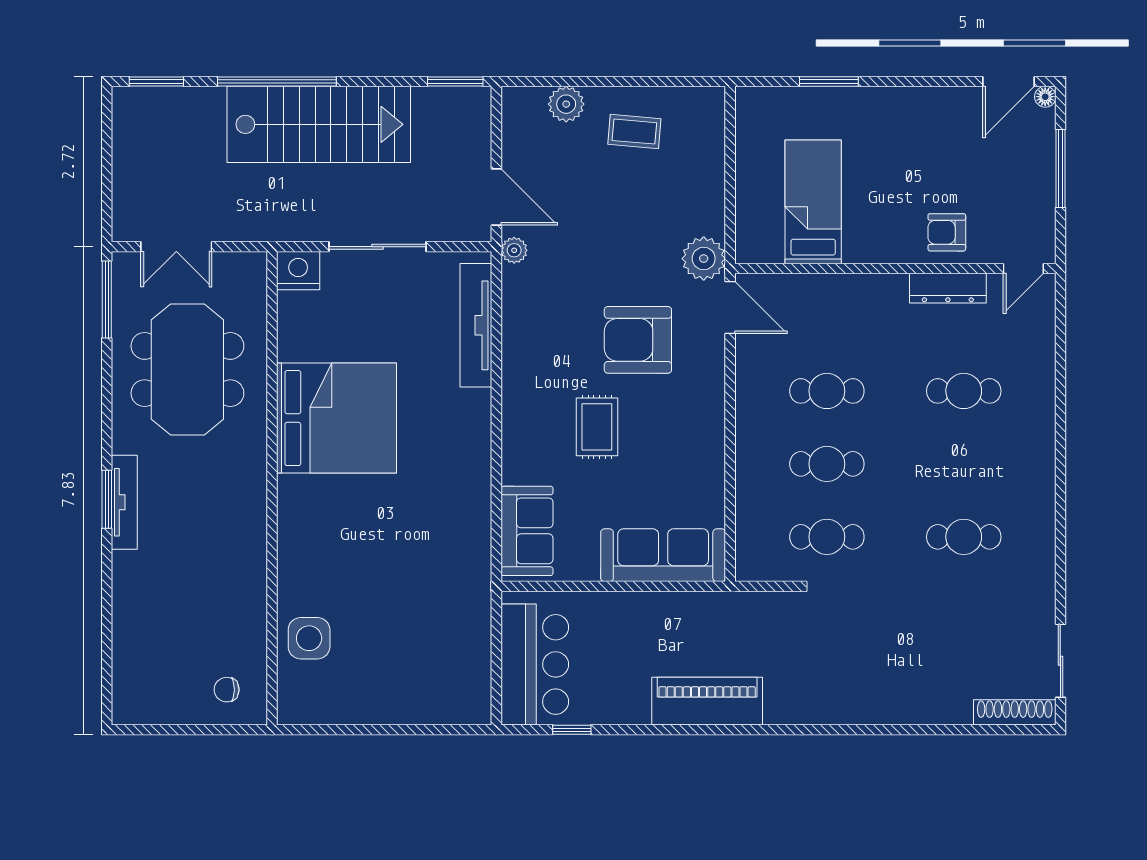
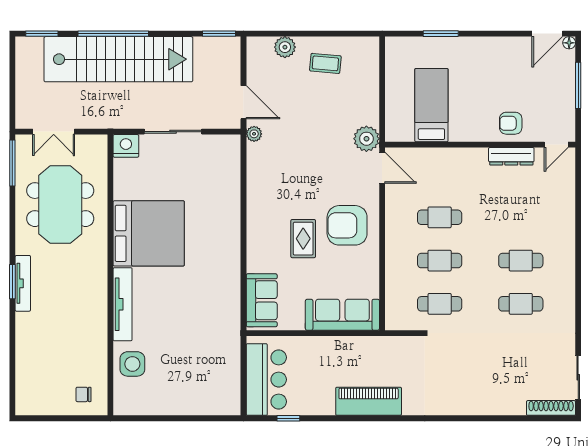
stairs: (319, 124) -> (118, 59), width x1.36
tv unit: (476, 325) -> (123, 304), moved, turned 180
armchair: (638, 340) -> (347, 225), moved
cafe table: (964, 391) -> (521, 261), moved

